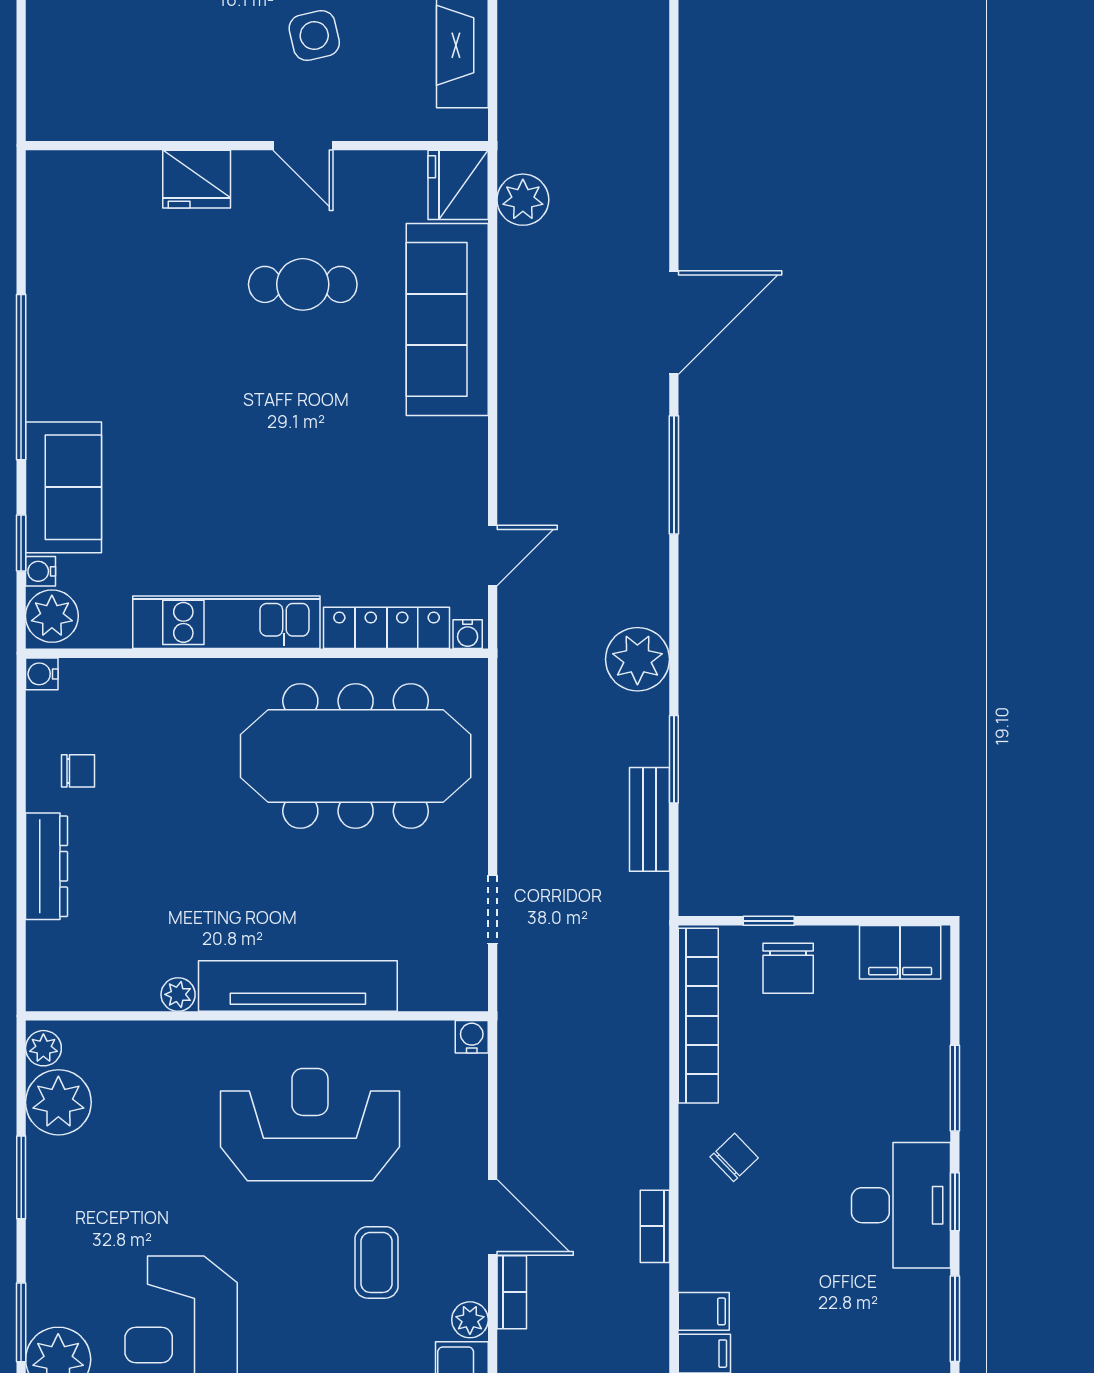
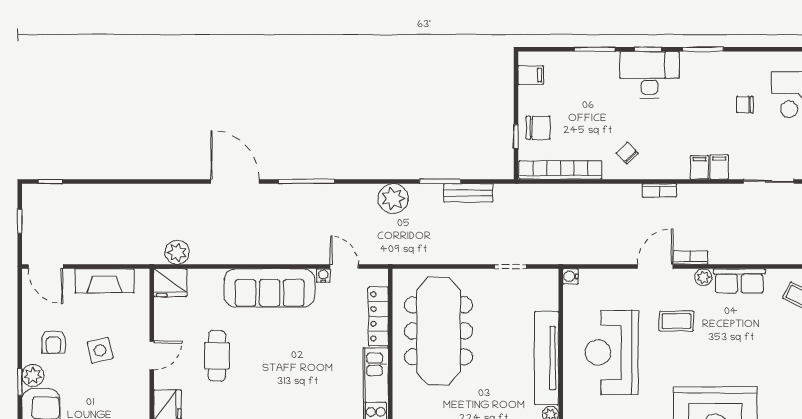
sofa: (447, 319) -> (270, 288), moved
water cooler: (468, 634) -> (323, 276), moved, turned -90
filing cabinet: (900, 952) -> (531, 75), width x0.50

